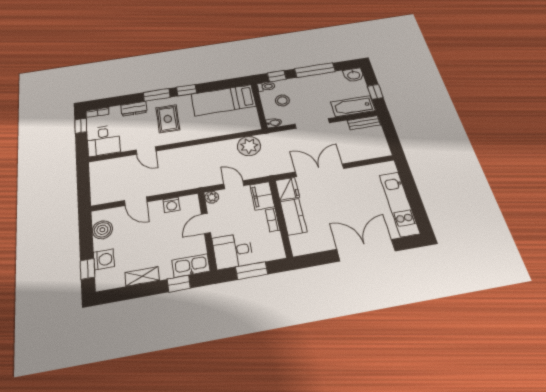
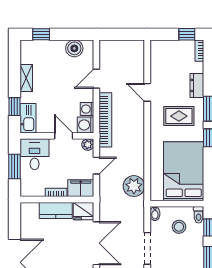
bed: (223, 100) -> (184, 171), width x1.50
desk: (104, 141) -> (166, 54), removed
door: (146, 150) -> (147, 92), hinge flipped
bookcase: (181, 185) -> (105, 120), added
washing machine: (104, 259) -> (85, 125), moved, turned 90

